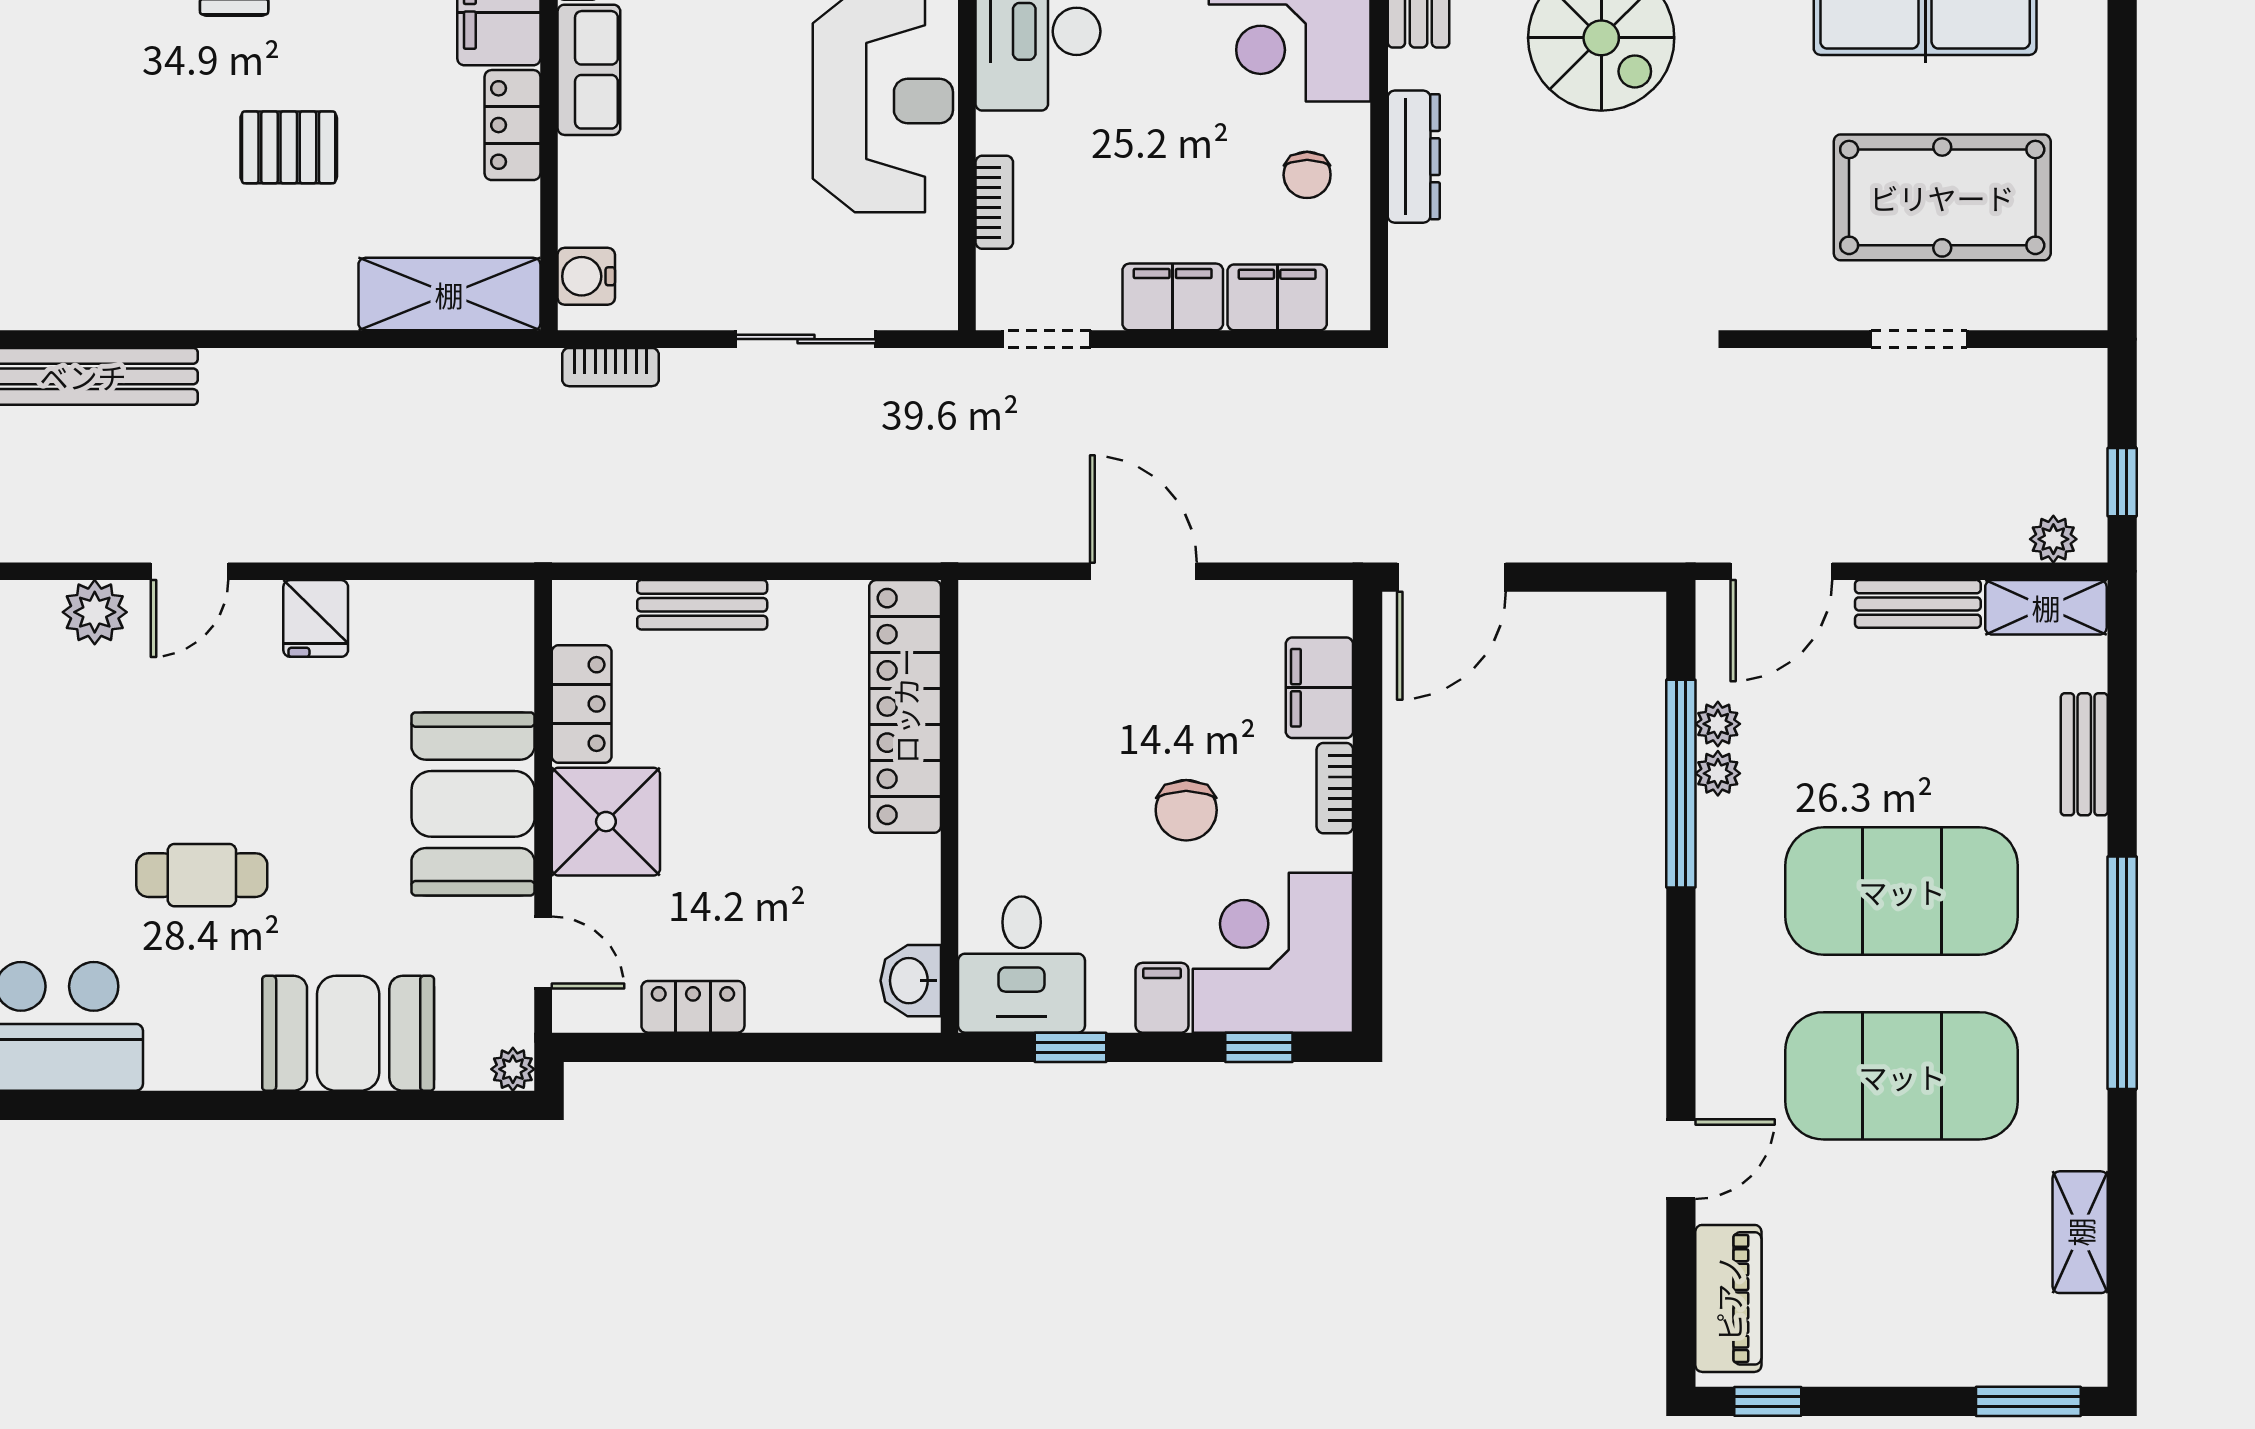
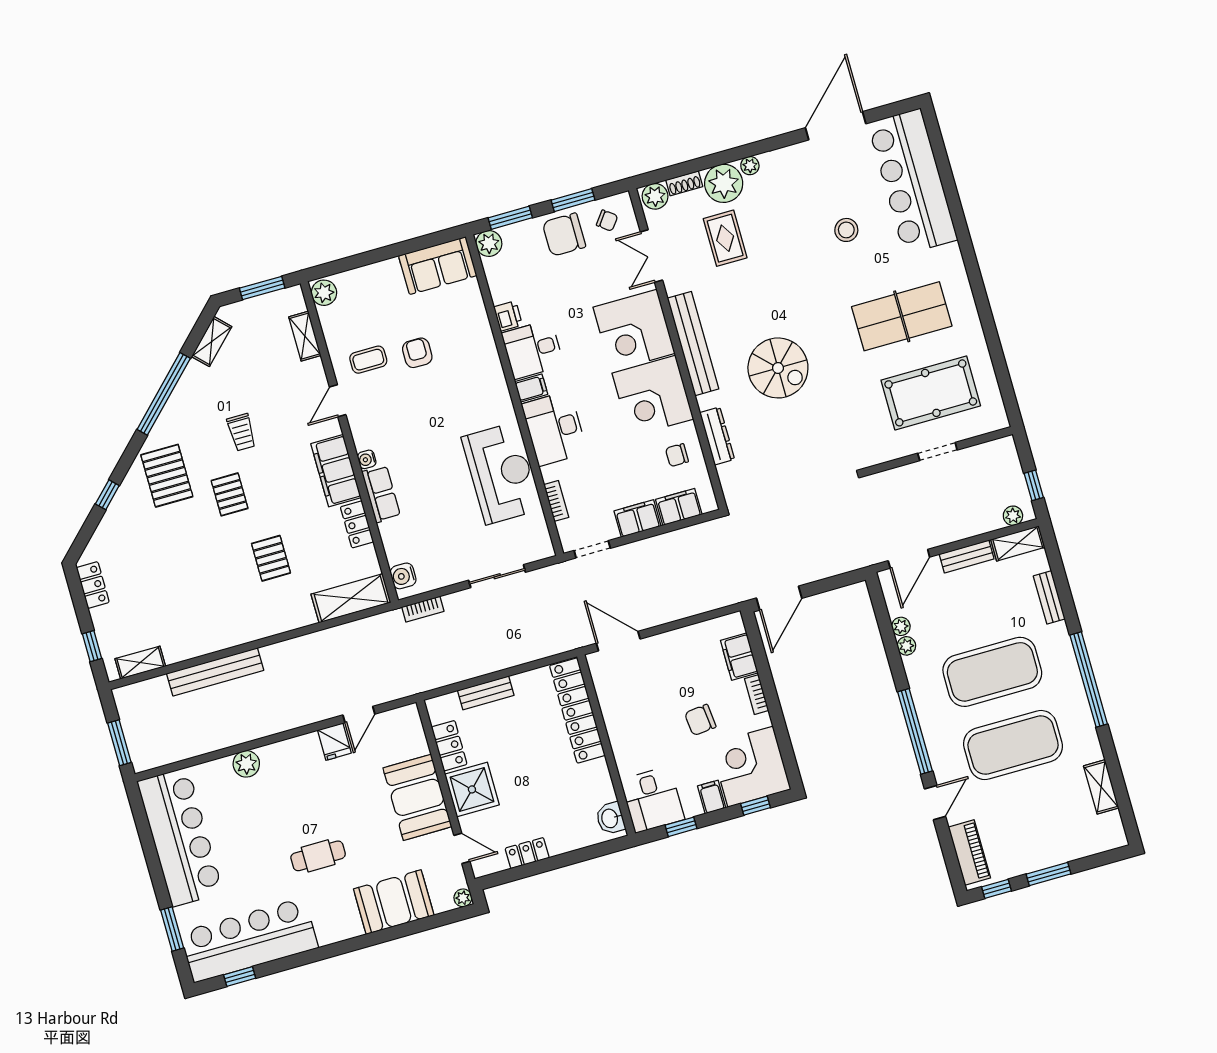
pallet: (289, 147) -> (271, 558), turned 90
chair: (1307, 175) -> (677, 455), turned 90
door: (189, 571) -> (359, 715), moved
door: (1143, 571) -> (618, 641), moved
window: (1681, 784) -> (915, 731), moved
chair: (1186, 810) -> (700, 720), turned 84
window: (2028, 1401) -> (1049, 874), moved

